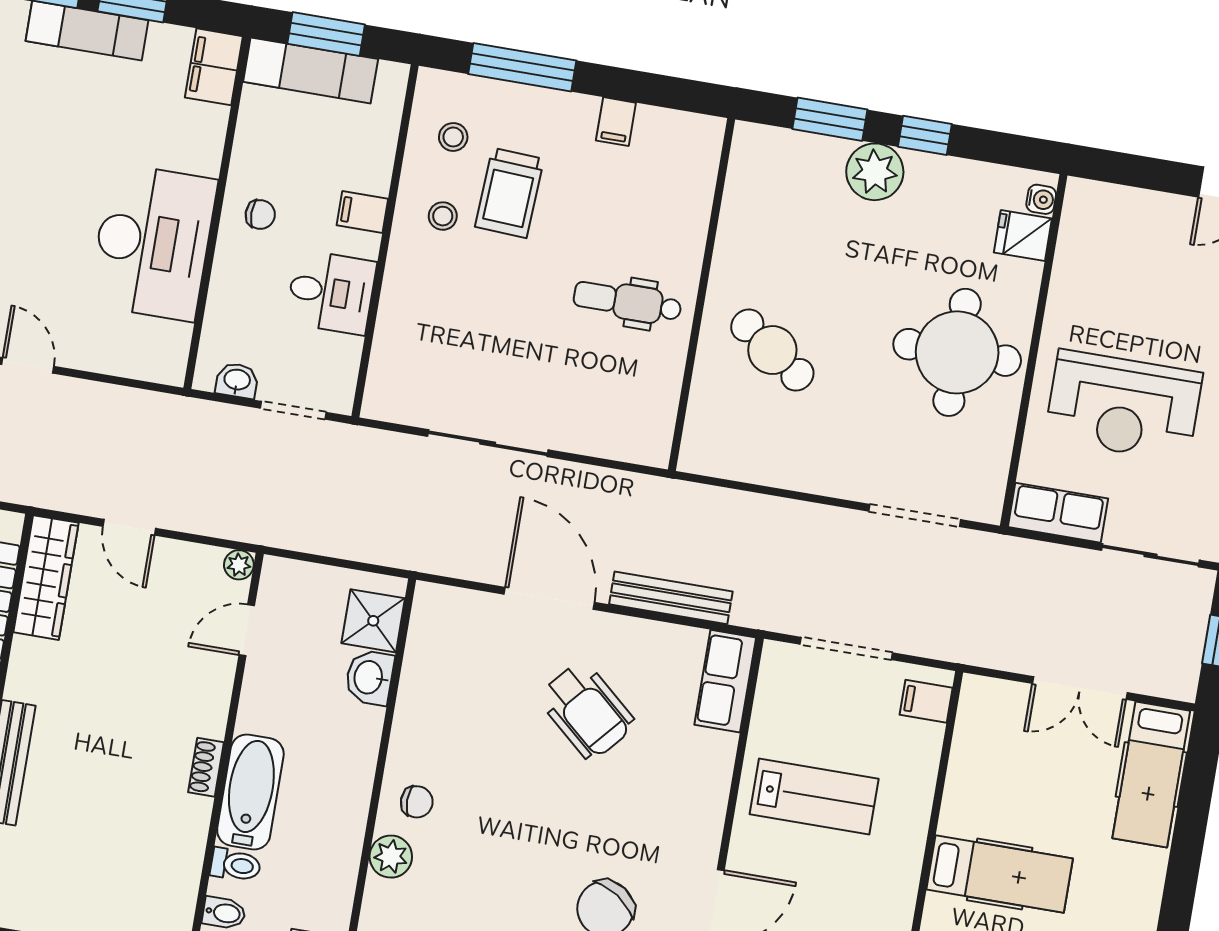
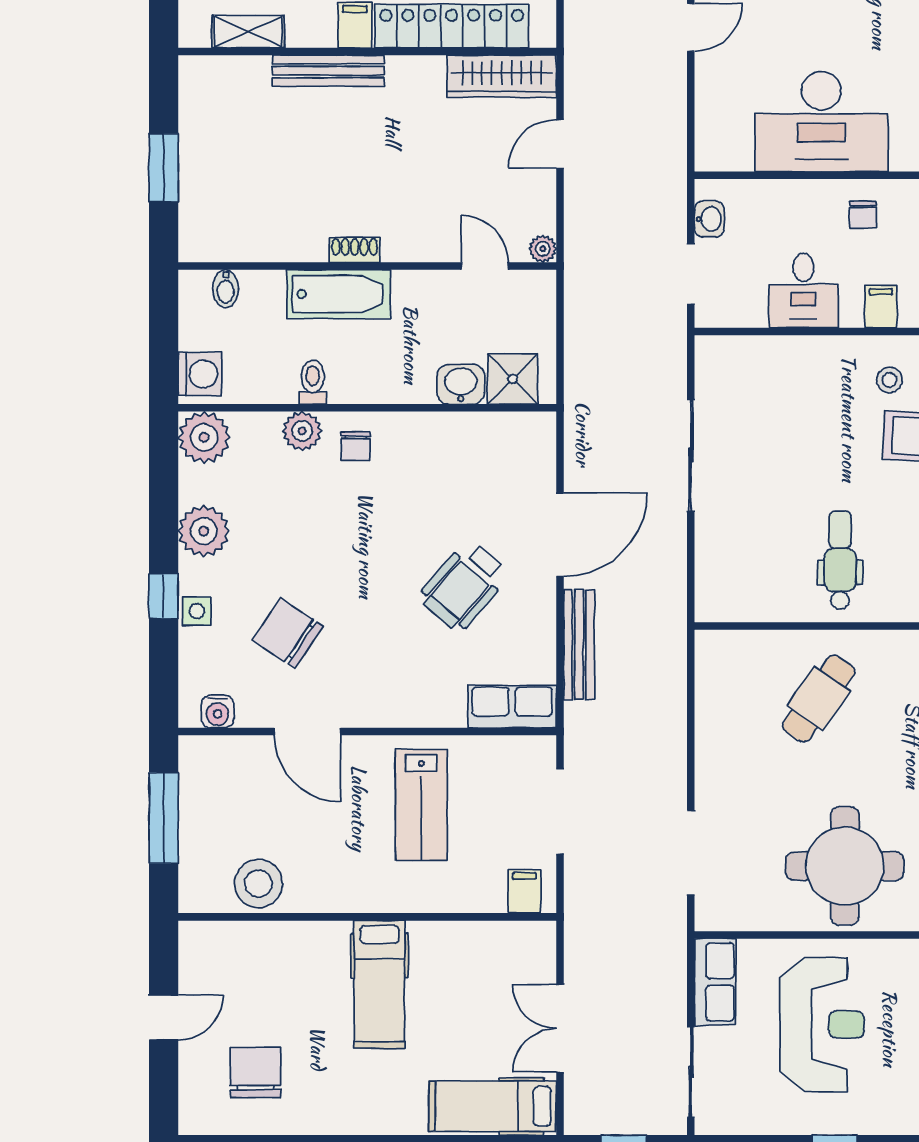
reception desk: (1123, 406) -> (822, 1025), turned 180
toilet: (236, 865) -> (313, 382), moved, turned 180

